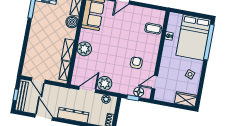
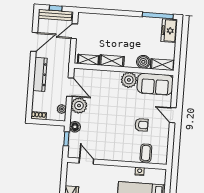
plant: (84, 49) -> (129, 80), moved
armchair: (136, 63) -> (142, 125), moved
floor lamp: (139, 92) -> (75, 127), moved

